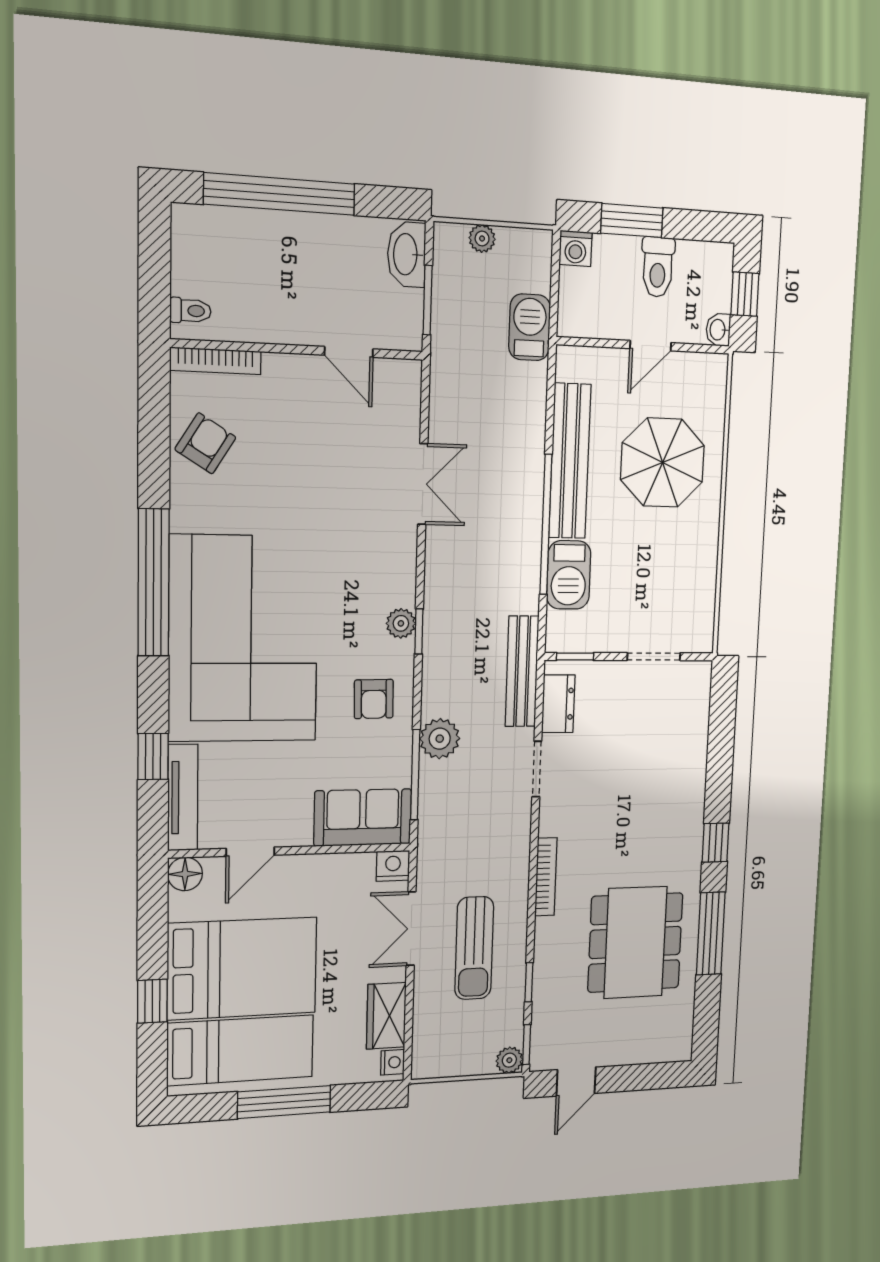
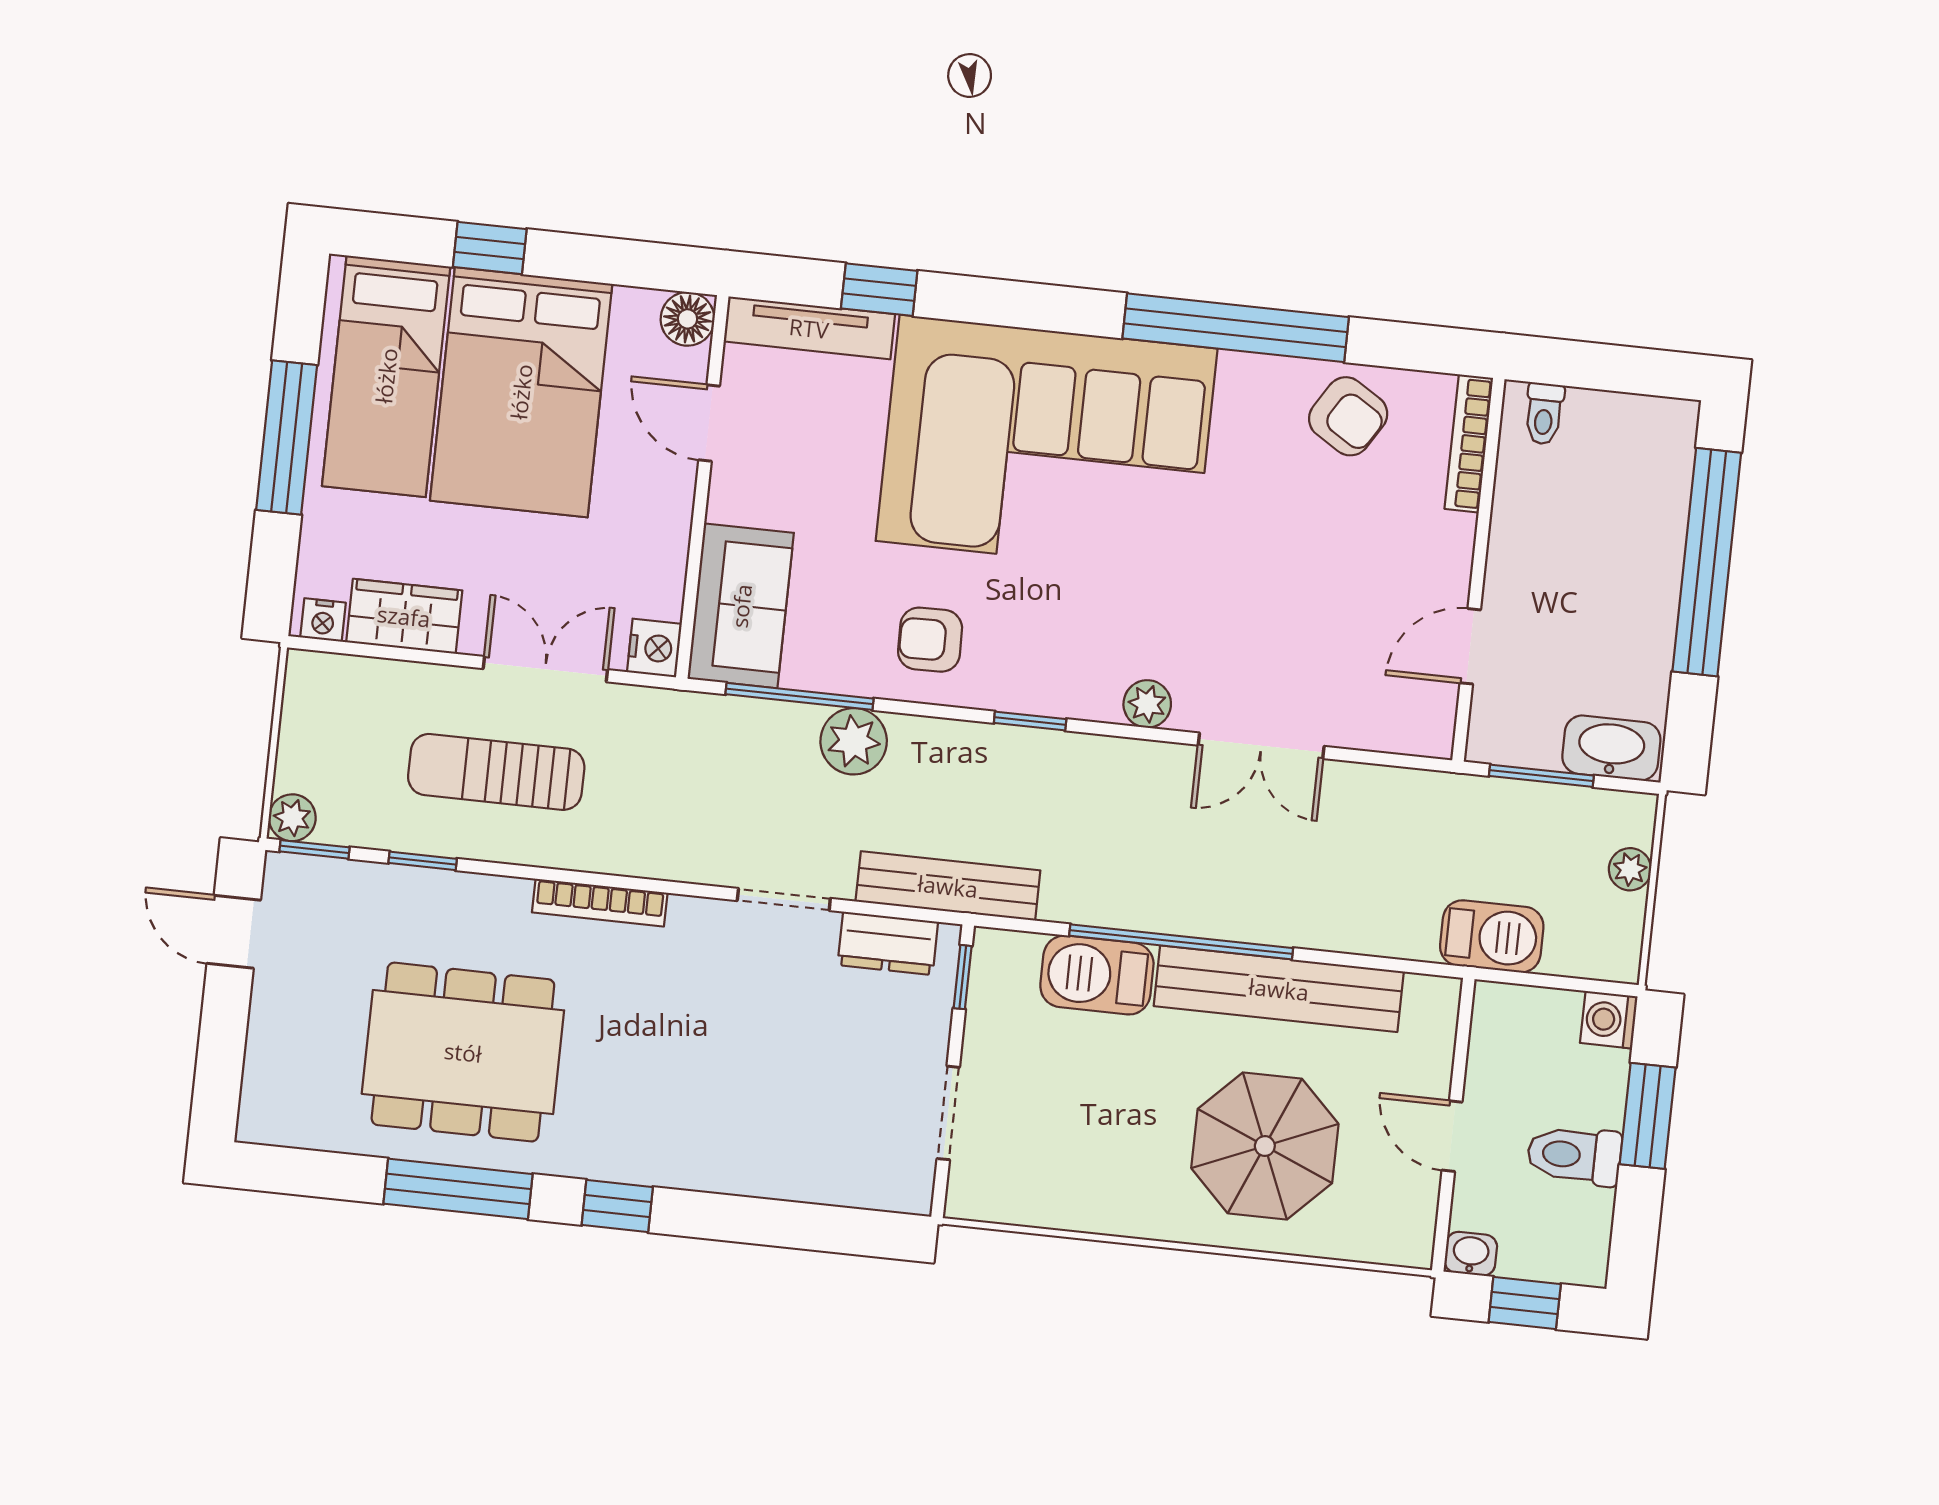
window: (154, 583) -> (1236, 328), moved
plant: (401, 623) -> (1147, 704), moved

